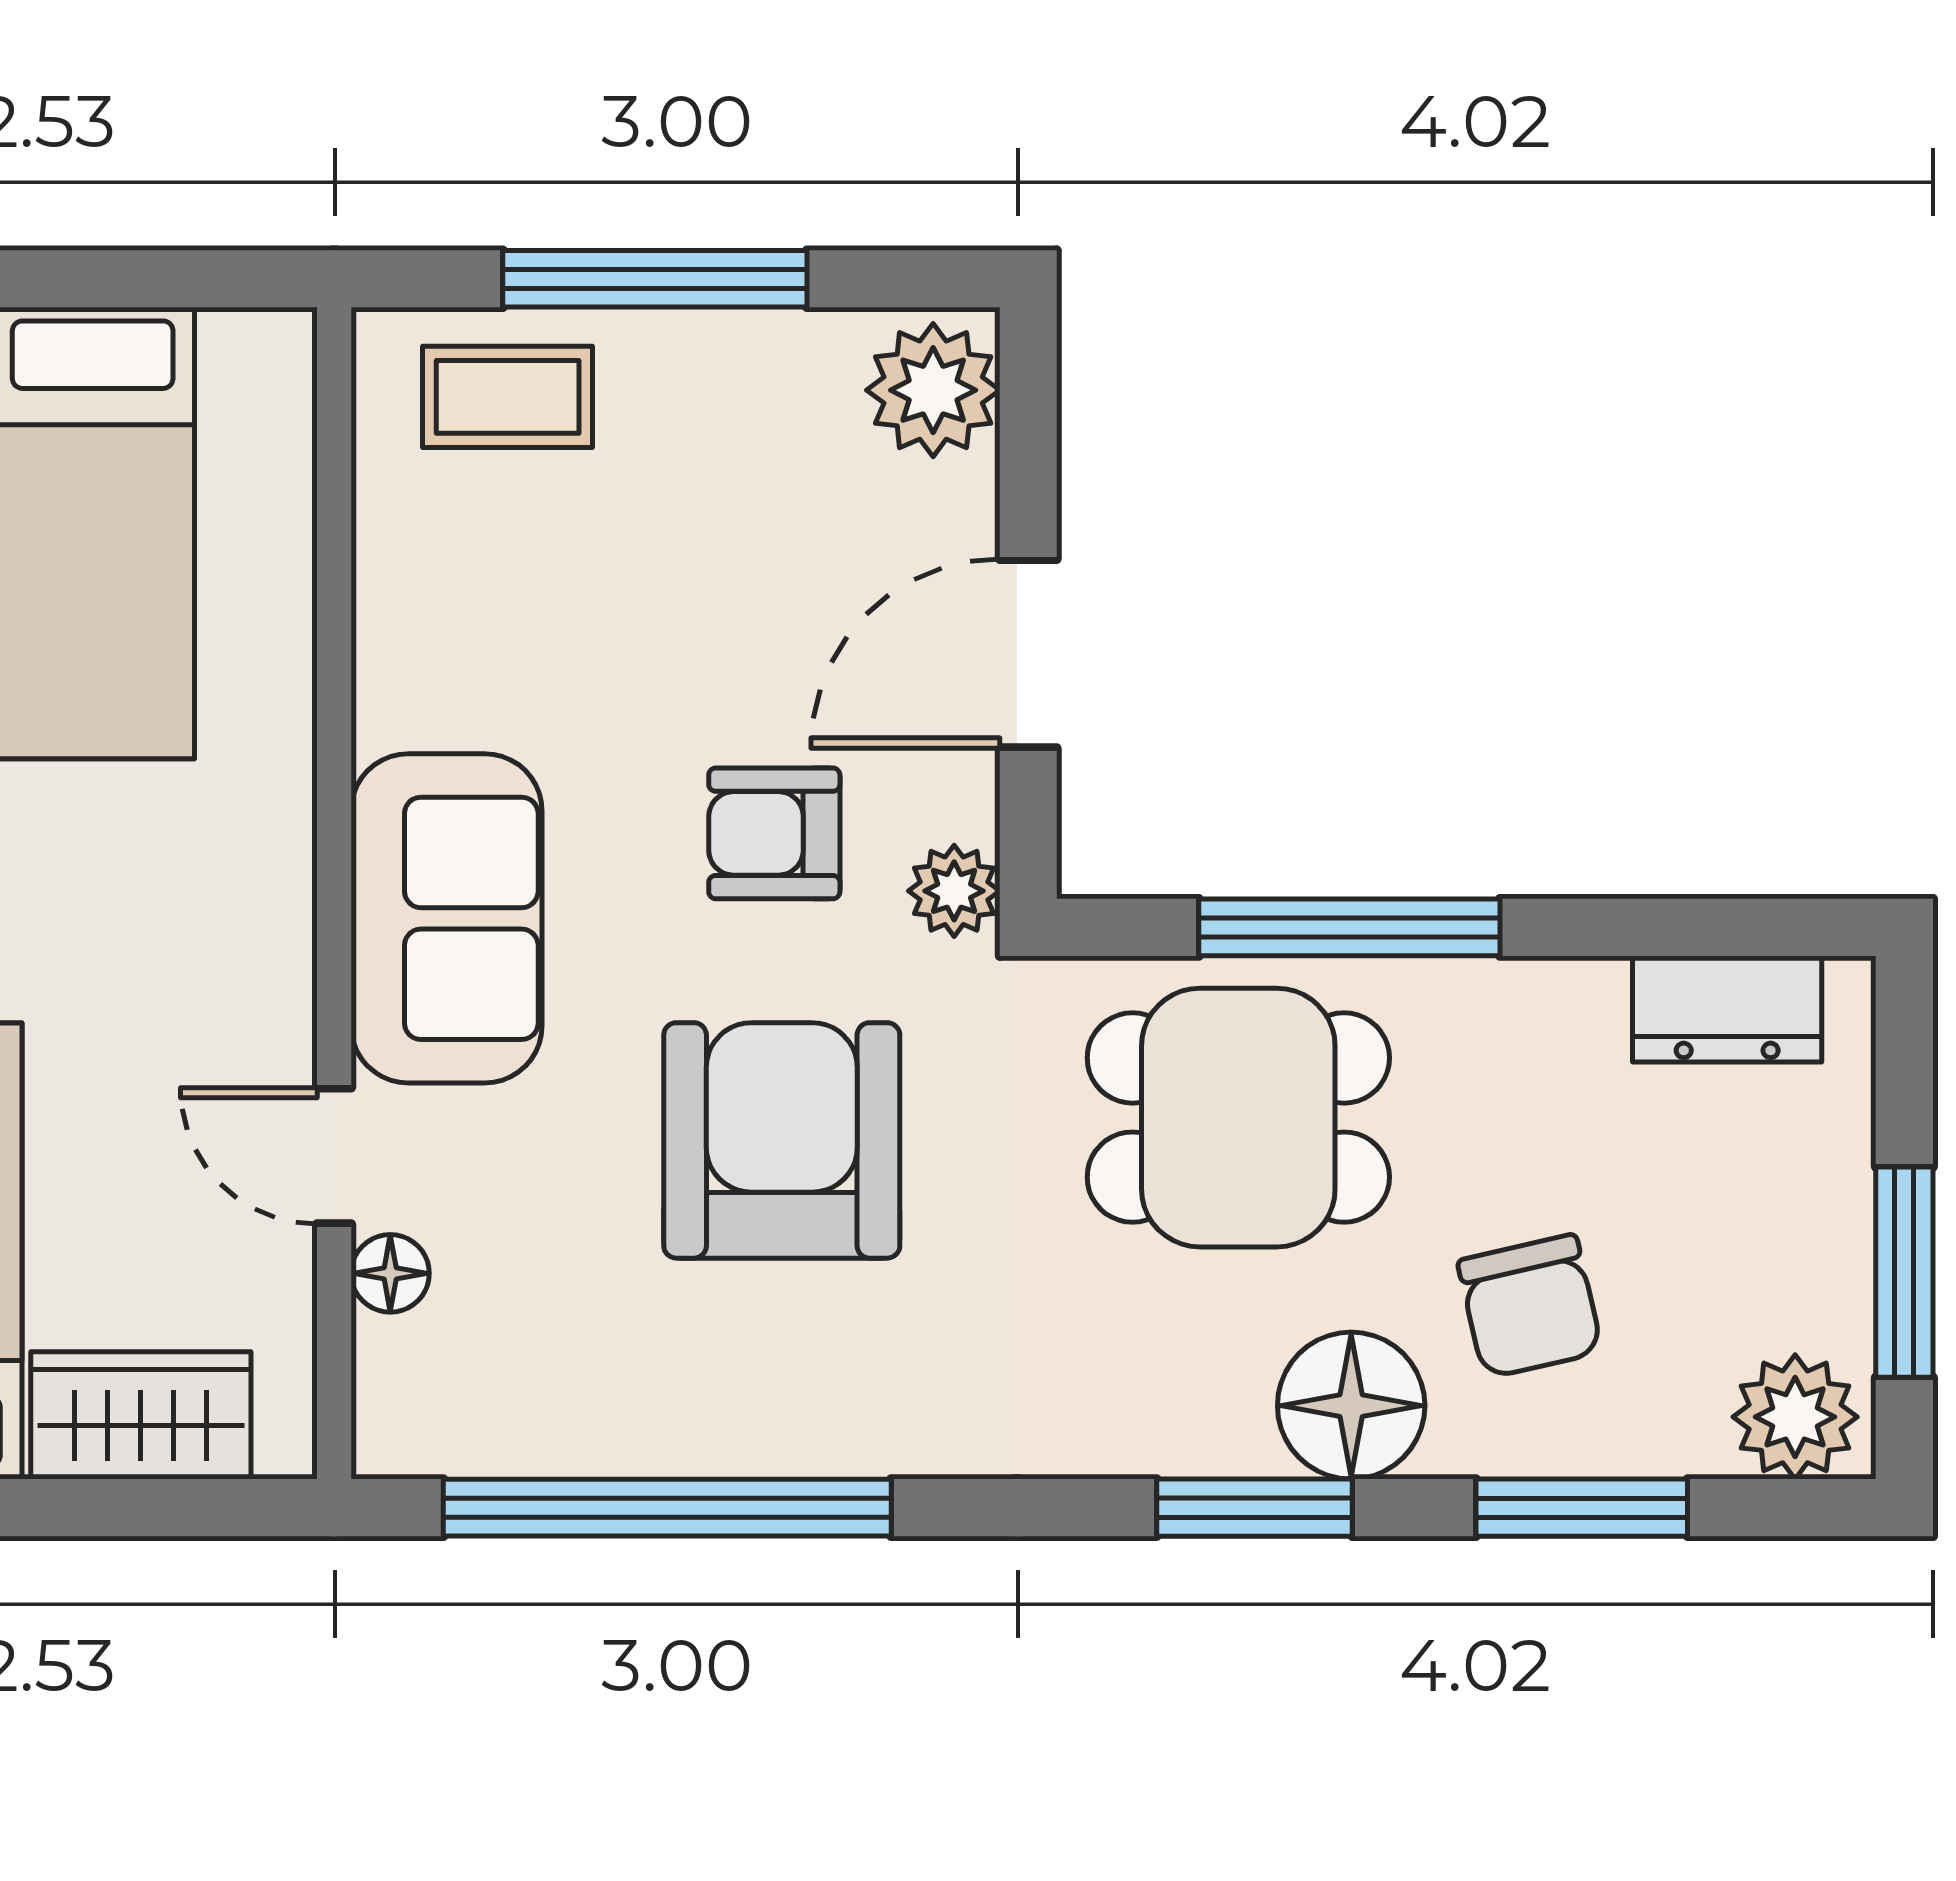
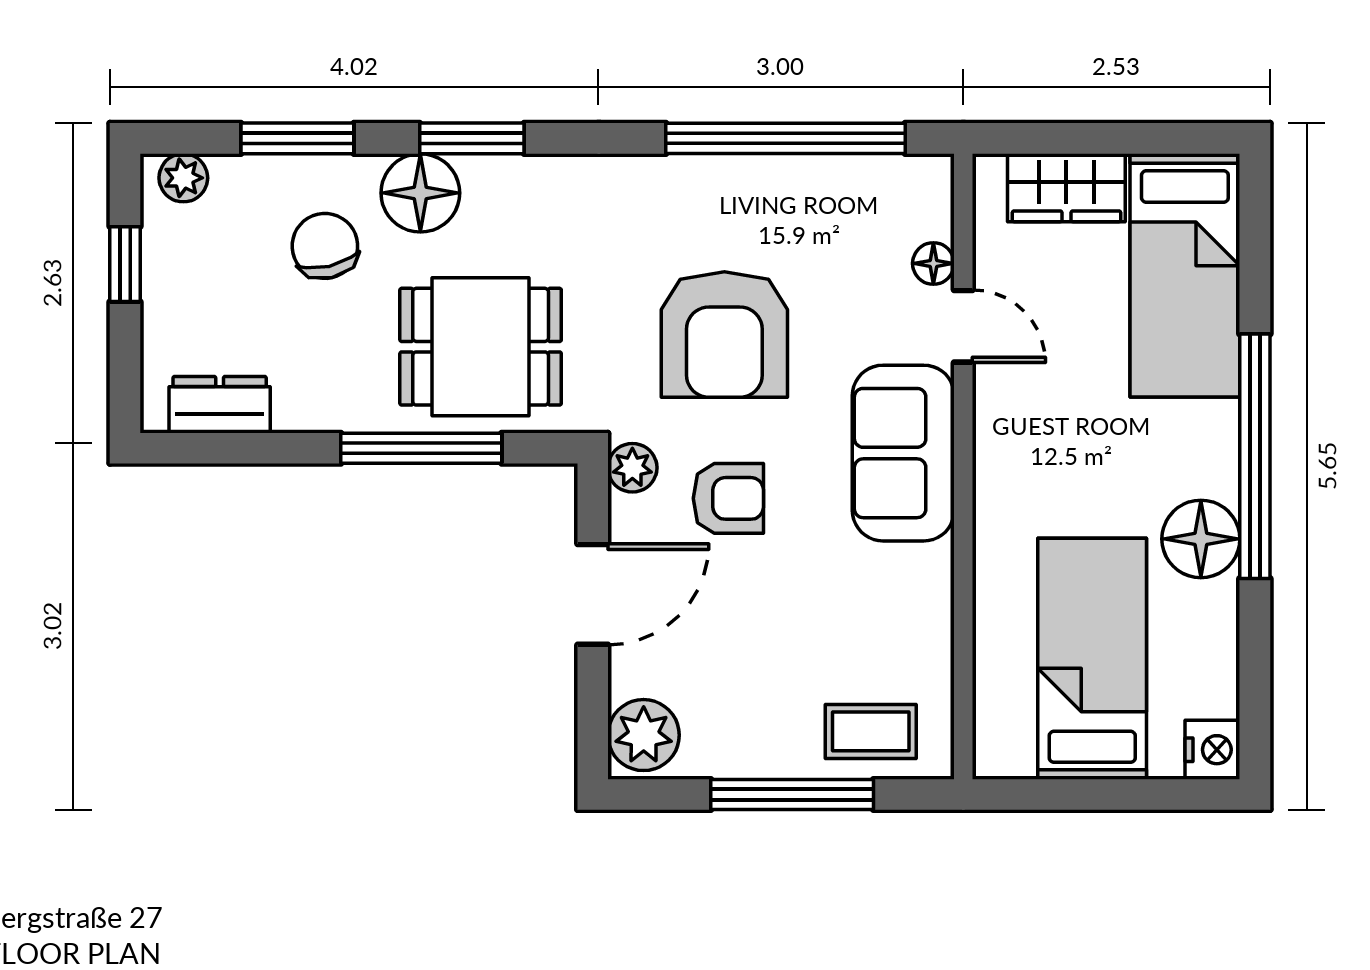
window: (1904, 1272) -> (125, 264), width x0.67
plant: (1795, 1417) -> (183, 178), width x0.73, depth x0.73

